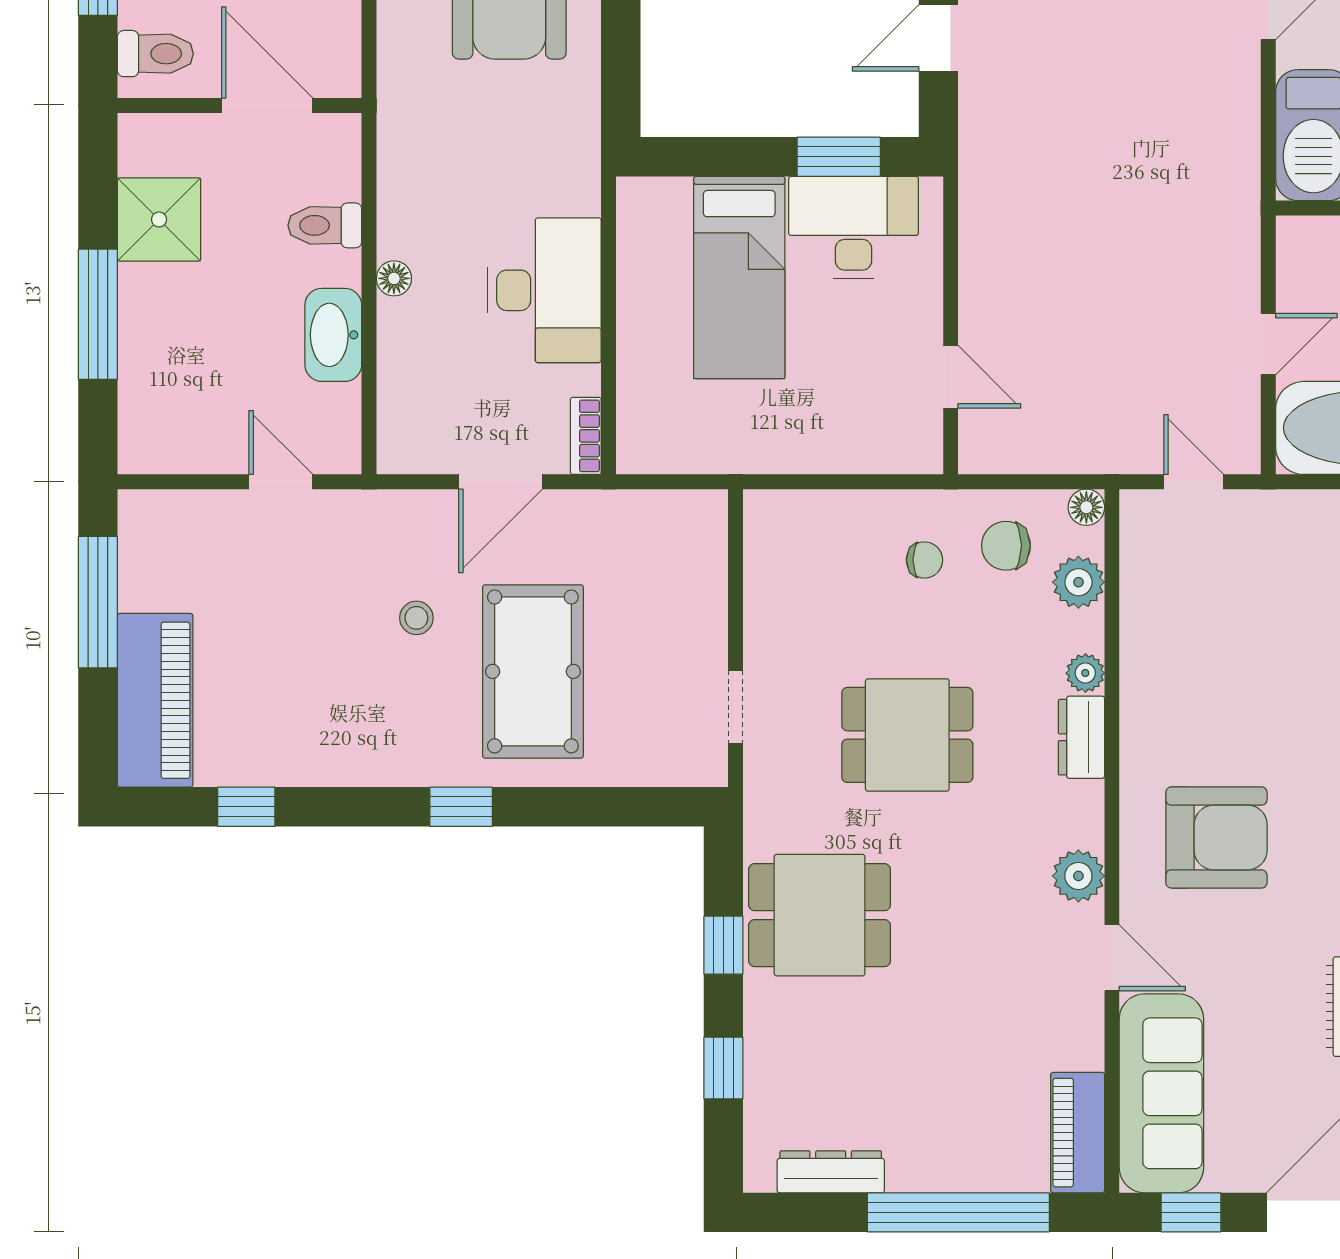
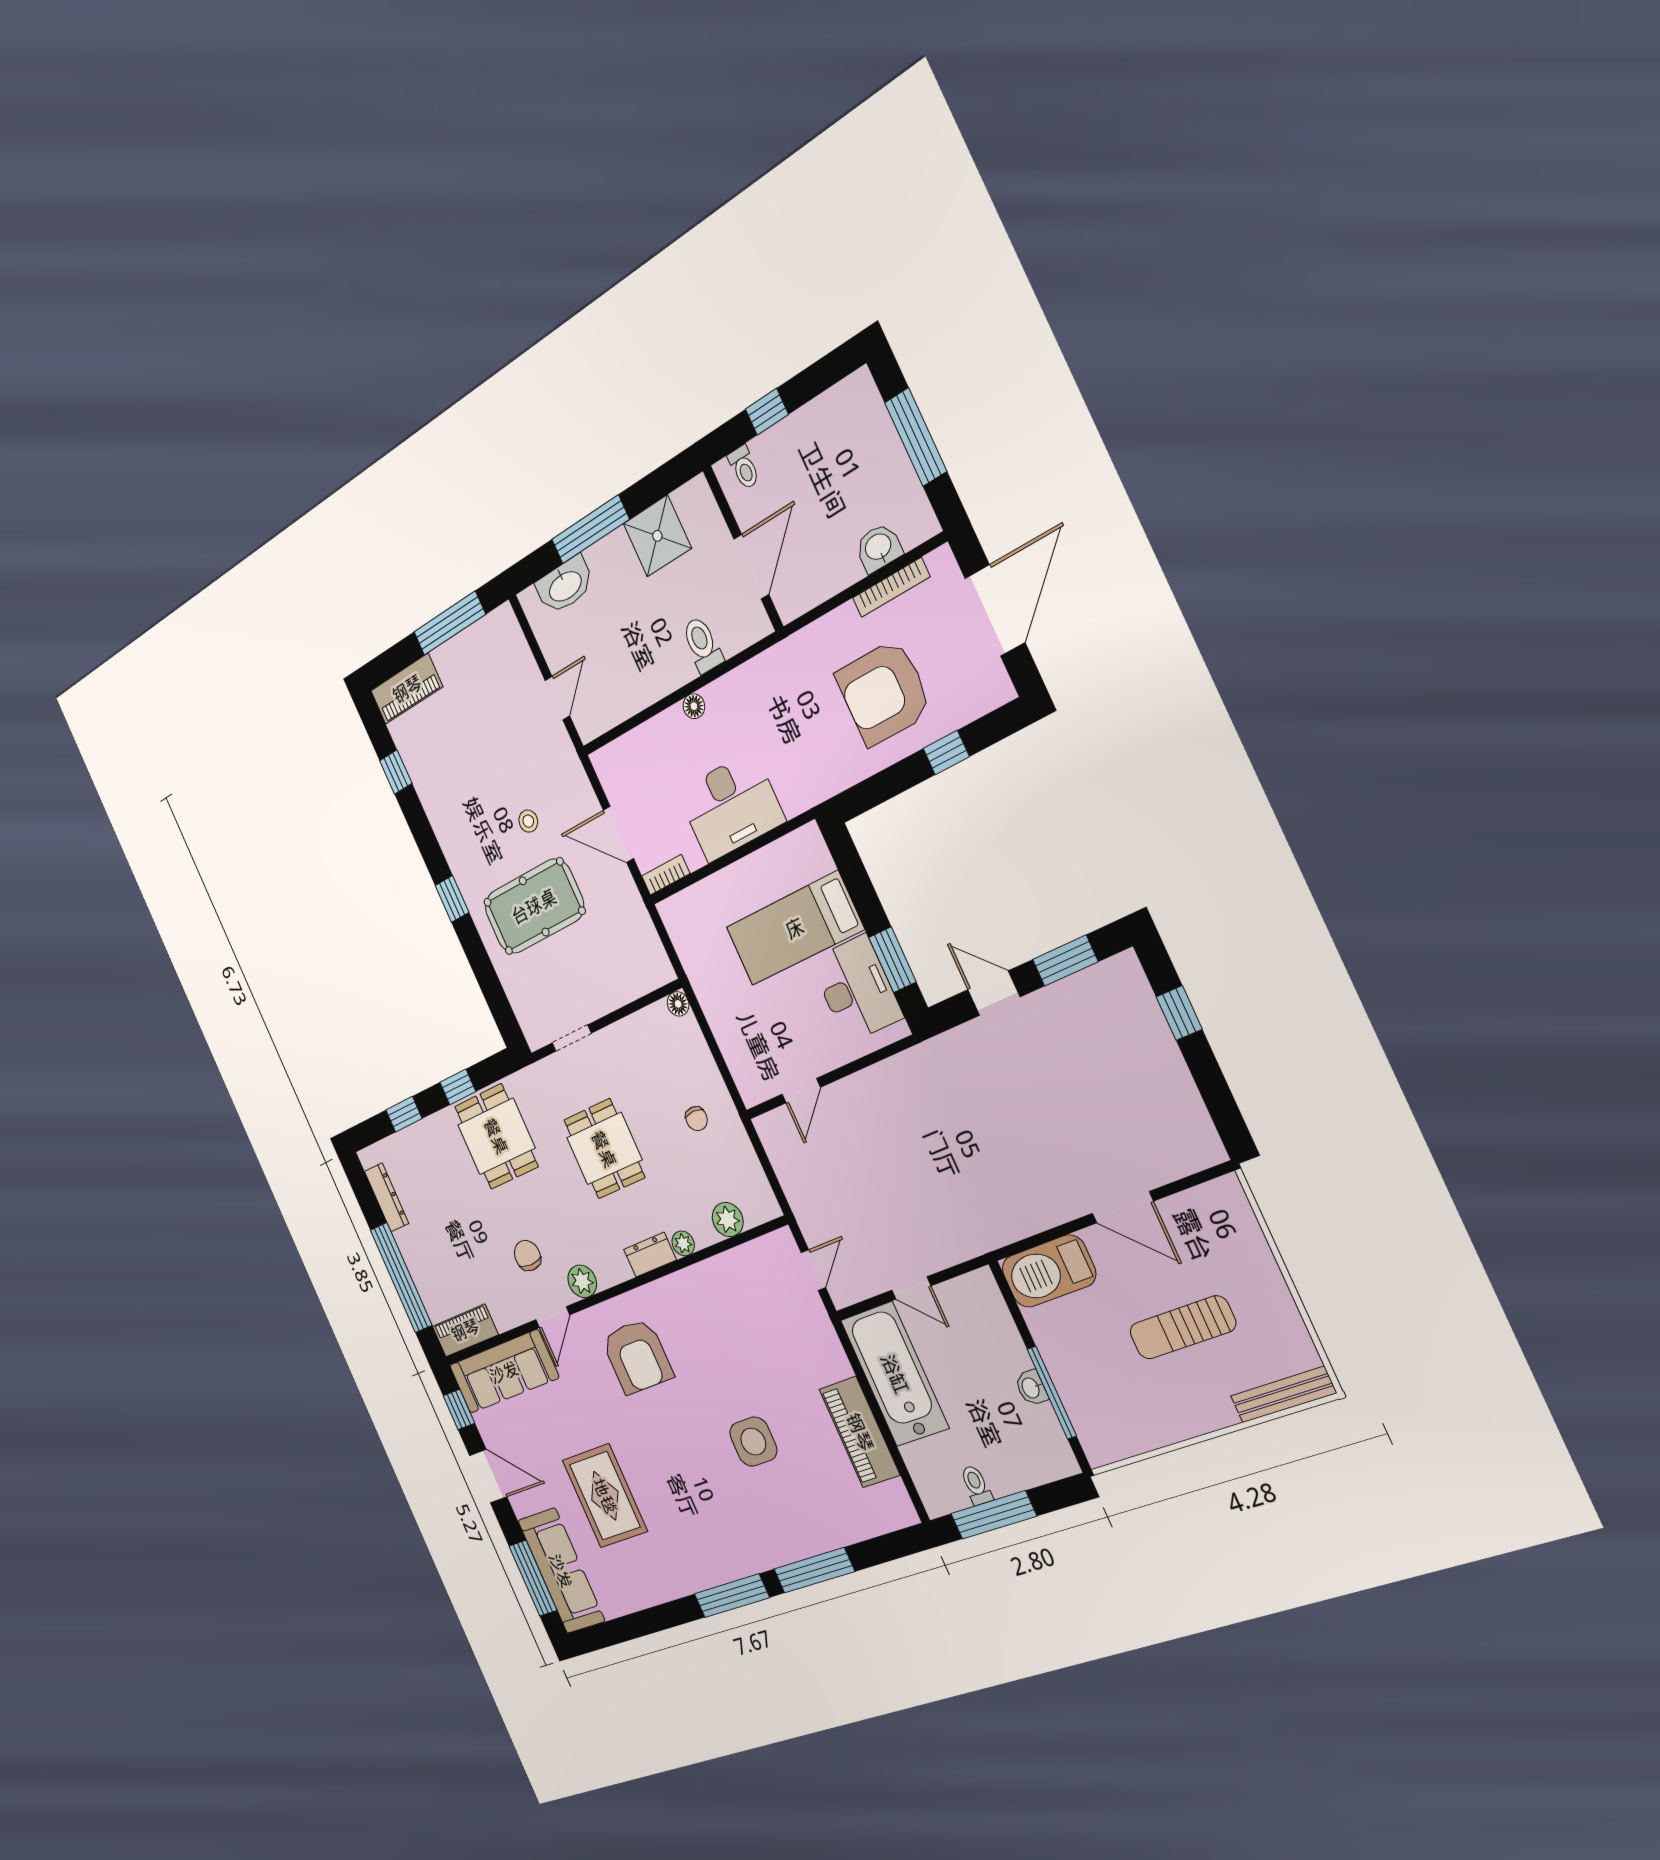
toilet: (155, 54) -> (744, 467), width x0.73, depth x0.72
washbasin: (333, 335) -> (565, 585), moved, turned 180
floor lamp: (1086, 507) -> (678, 1004), moved
chair: (1006, 546) -> (527, 1256), moved
piano: (155, 700) -> (407, 689), width x0.73, depth x0.75

